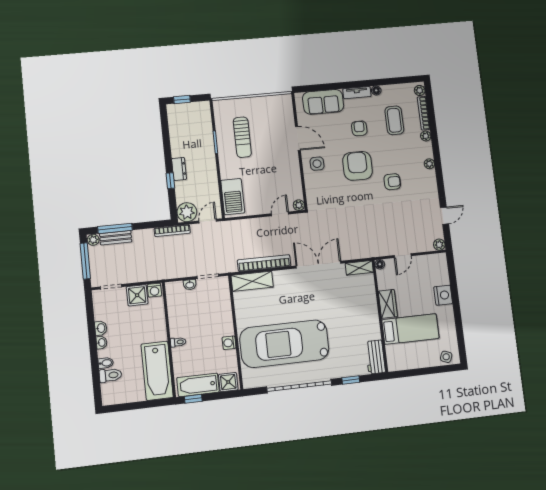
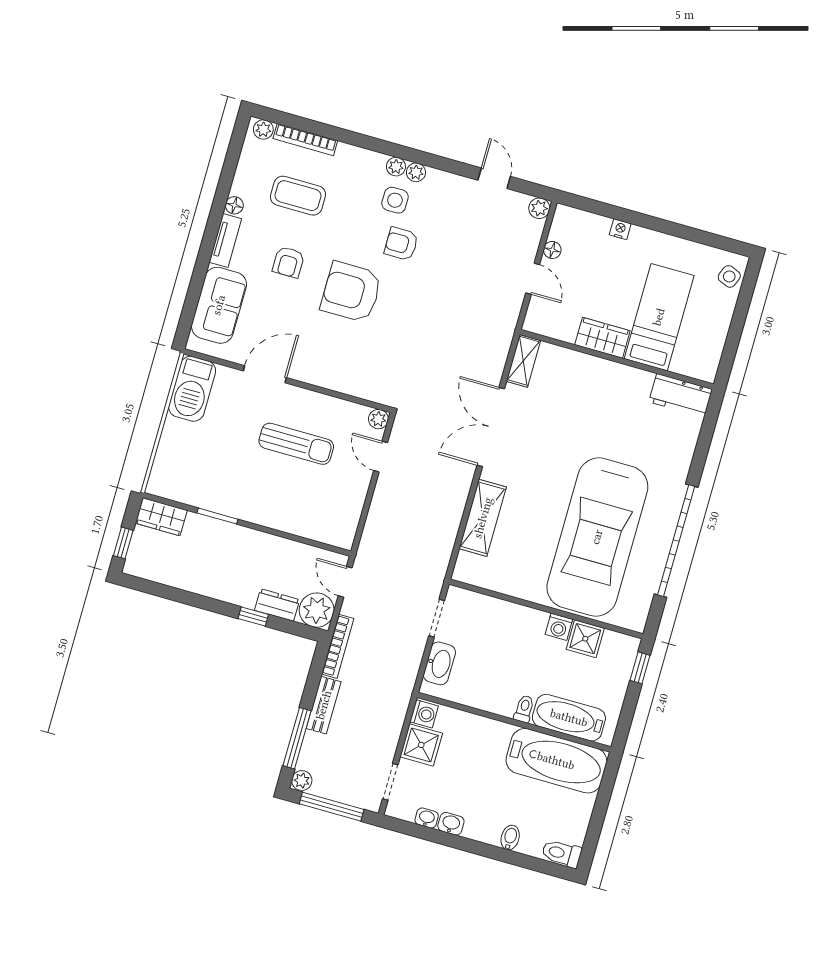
wardrobe: (203, 114) -> (161, 517), added
armchair: (359, 128) -> (288, 262), turned -90
plant: (426, 136) -> (416, 172), moved
sun lounger: (242, 137) -> (296, 444), moved
side table: (317, 164) -> (395, 200), moved
dresser: (179, 169) -> (277, 605), moved
armchair: (392, 182) -> (401, 244), turned -90
barbecue: (233, 197) -> (192, 389), moved, turned 90
bench: (116, 238) -> (324, 705), moved
bookcase: (264, 263) -> (452, 517), removed
floor lamp: (380, 264) -> (552, 250), moved
shelving: (252, 281) -> (483, 518), moved
washbasin: (190, 285) -> (439, 663), width x1.91, depth x1.45
nightstand: (443, 295) -> (620, 229), width x0.53, depth x0.56
washbasin: (102, 343) -> (427, 818), moved
toilet: (110, 375) -> (562, 853), moved, turned -90
window: (351, 380) -> (701, 452), removed
shower: (228, 382) -> (585, 639), moved
bathtub: (198, 385) -> (569, 718), moved, turned 90
window: (193, 399) -> (640, 668), moved

